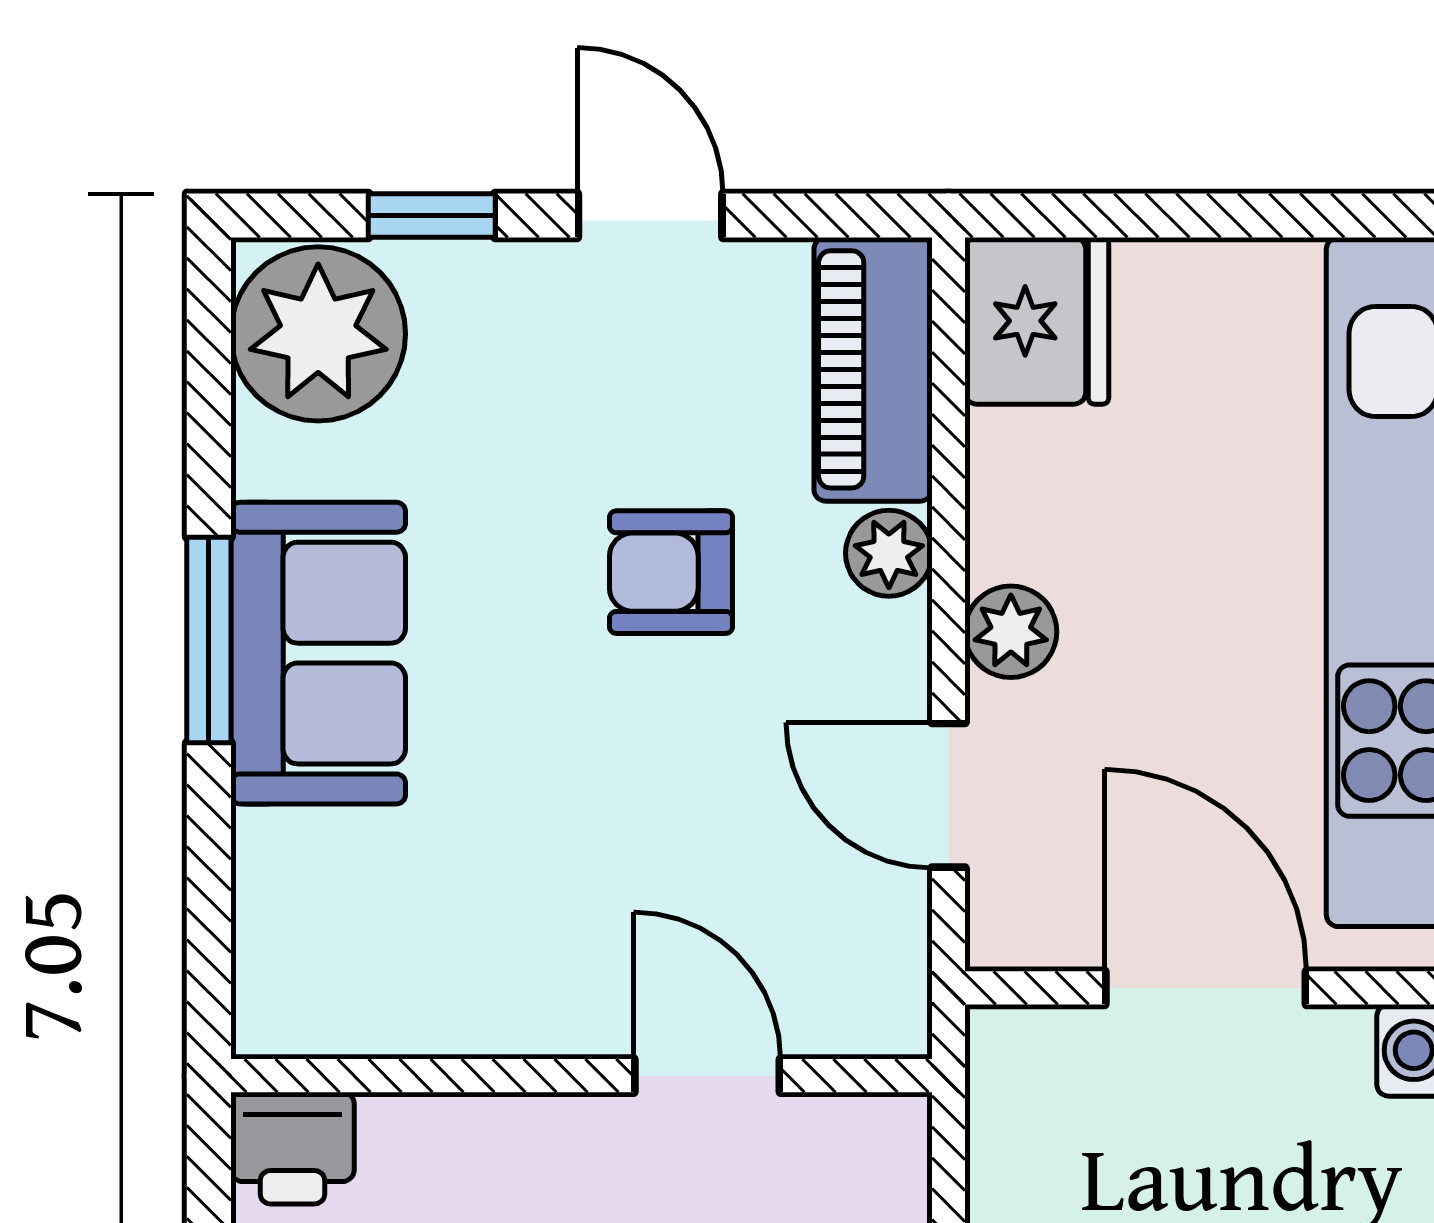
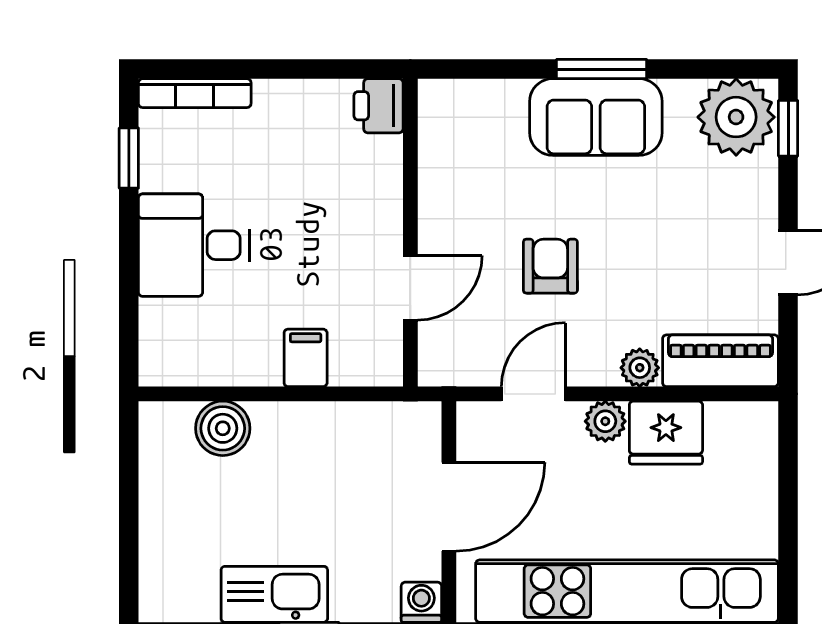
window: (432, 216) -> (788, 128), moved
fridge: (1037, 321) -> (666, 433), moved
armchair: (671, 572) -> (550, 266), moved

